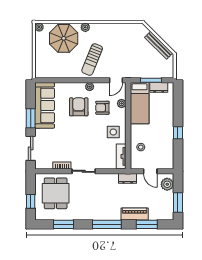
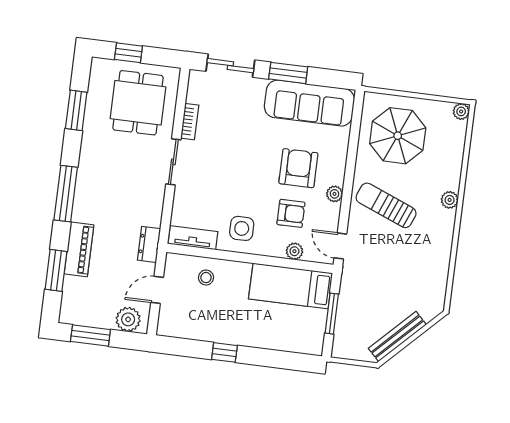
parasol: (64, 38) -> (398, 136), moved
dresser: (159, 87) -> (316, 326), removed
armchair: (79, 107) -> (298, 168), turned -90
armchair: (102, 108) -> (291, 213), turned 90
dining table: (56, 193) -> (138, 103), turned 90

